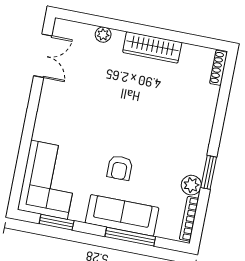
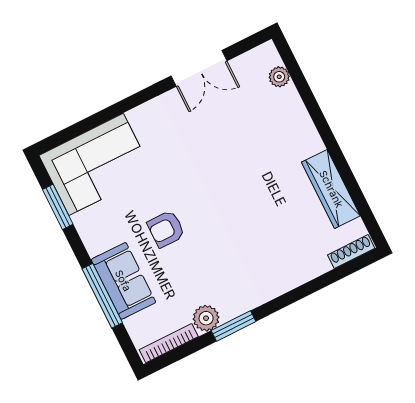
plant: (103, 35) -> (279, 77), moved
wardrobe: (152, 47) -> (331, 189), moved
double door: (43, 56) -> (199, 68), moved
sofa: (122, 215) -> (123, 281), width x0.73

